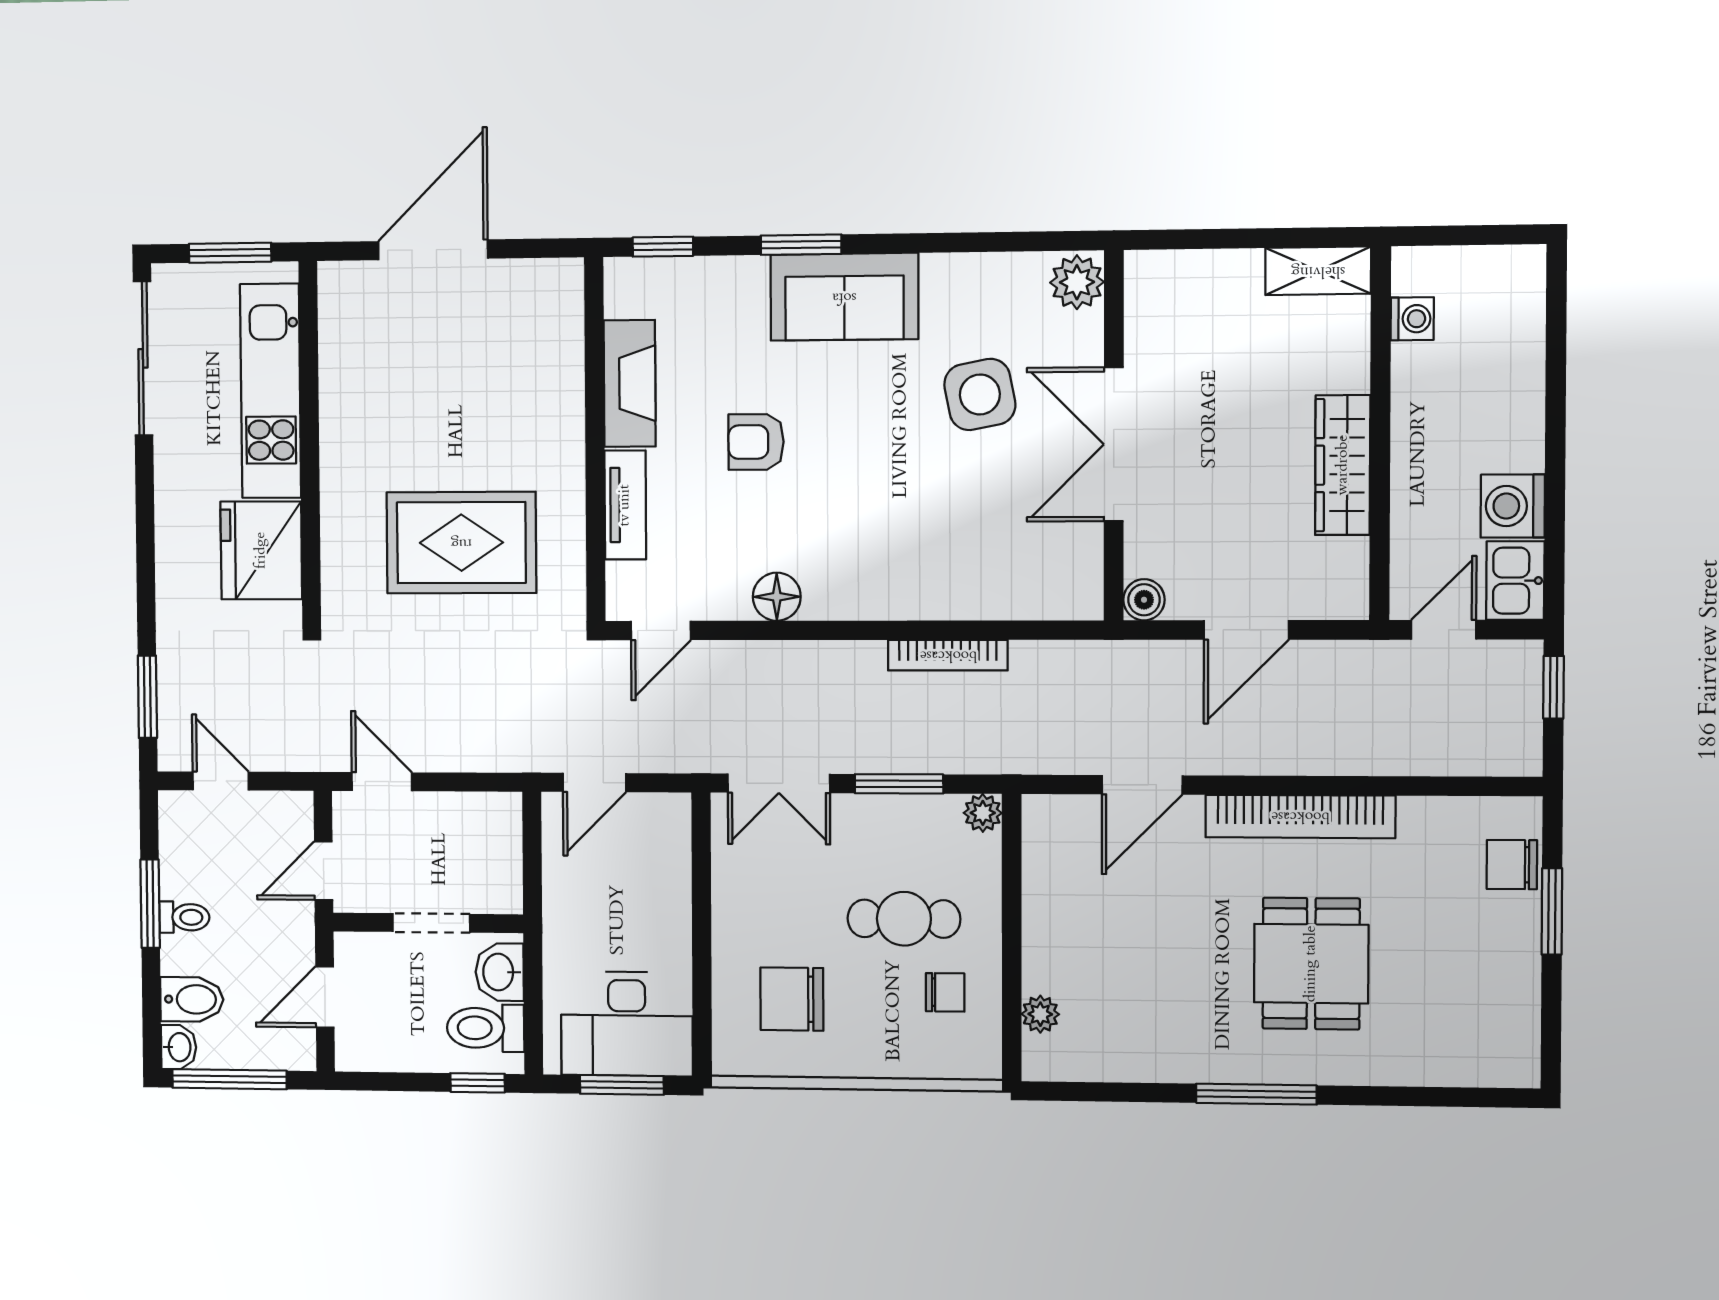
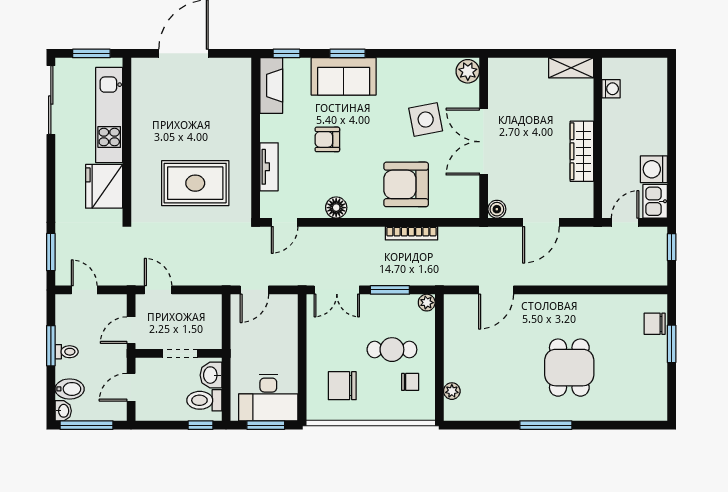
sofa: (844, 297) -> (344, 76), moved
fireplace: (630, 383) -> (271, 85), moved
armchair: (935, 544) -> (406, 184), added
bookcase: (1300, 816) -> (564, 303), removed

